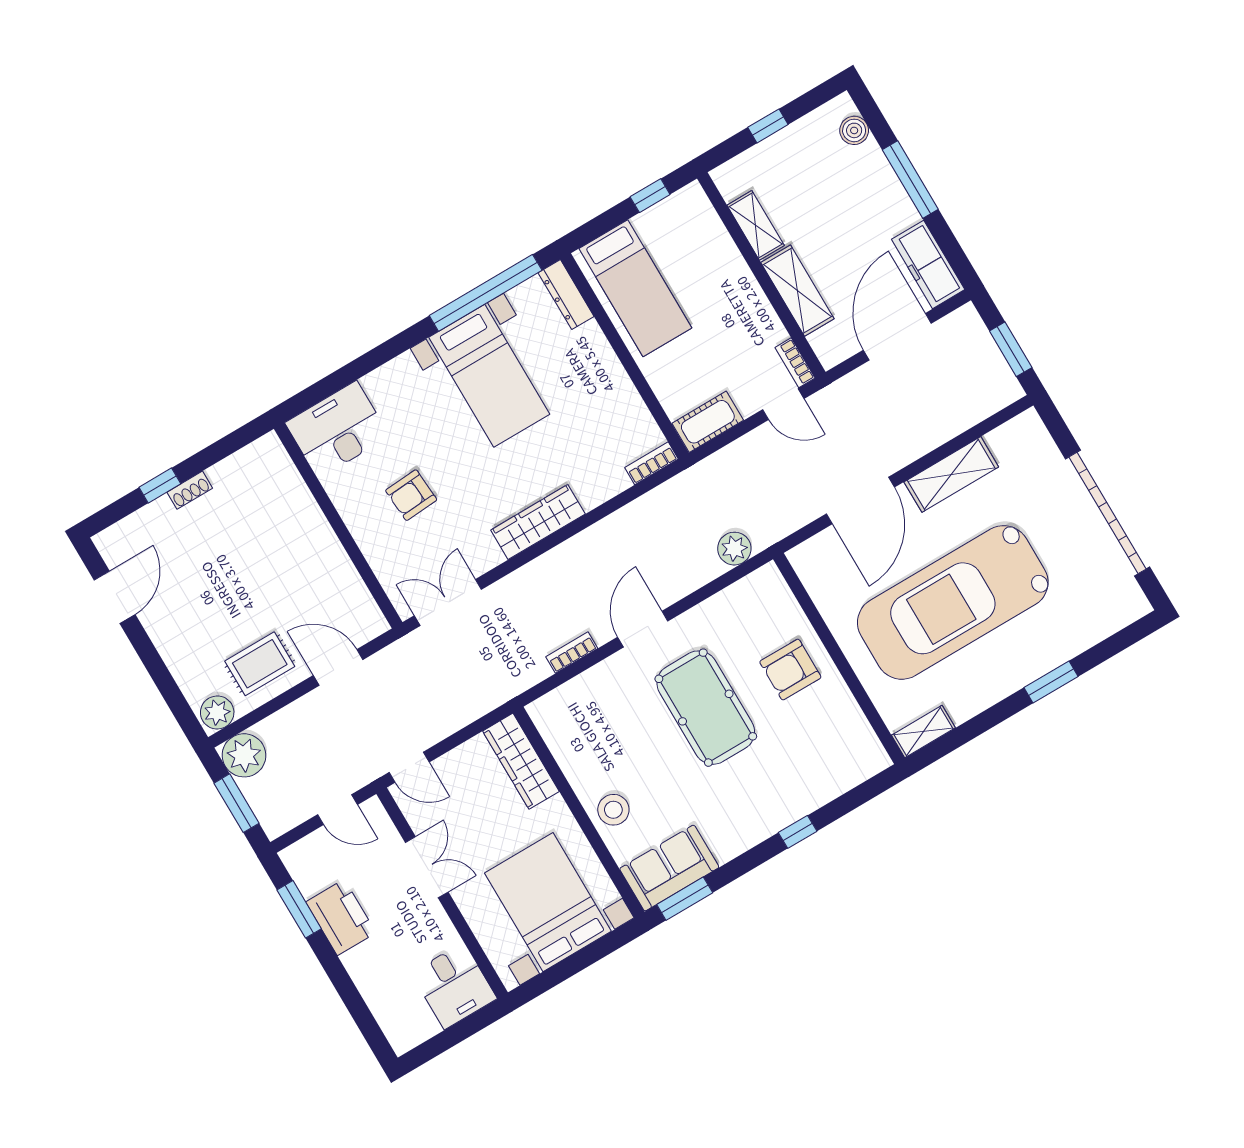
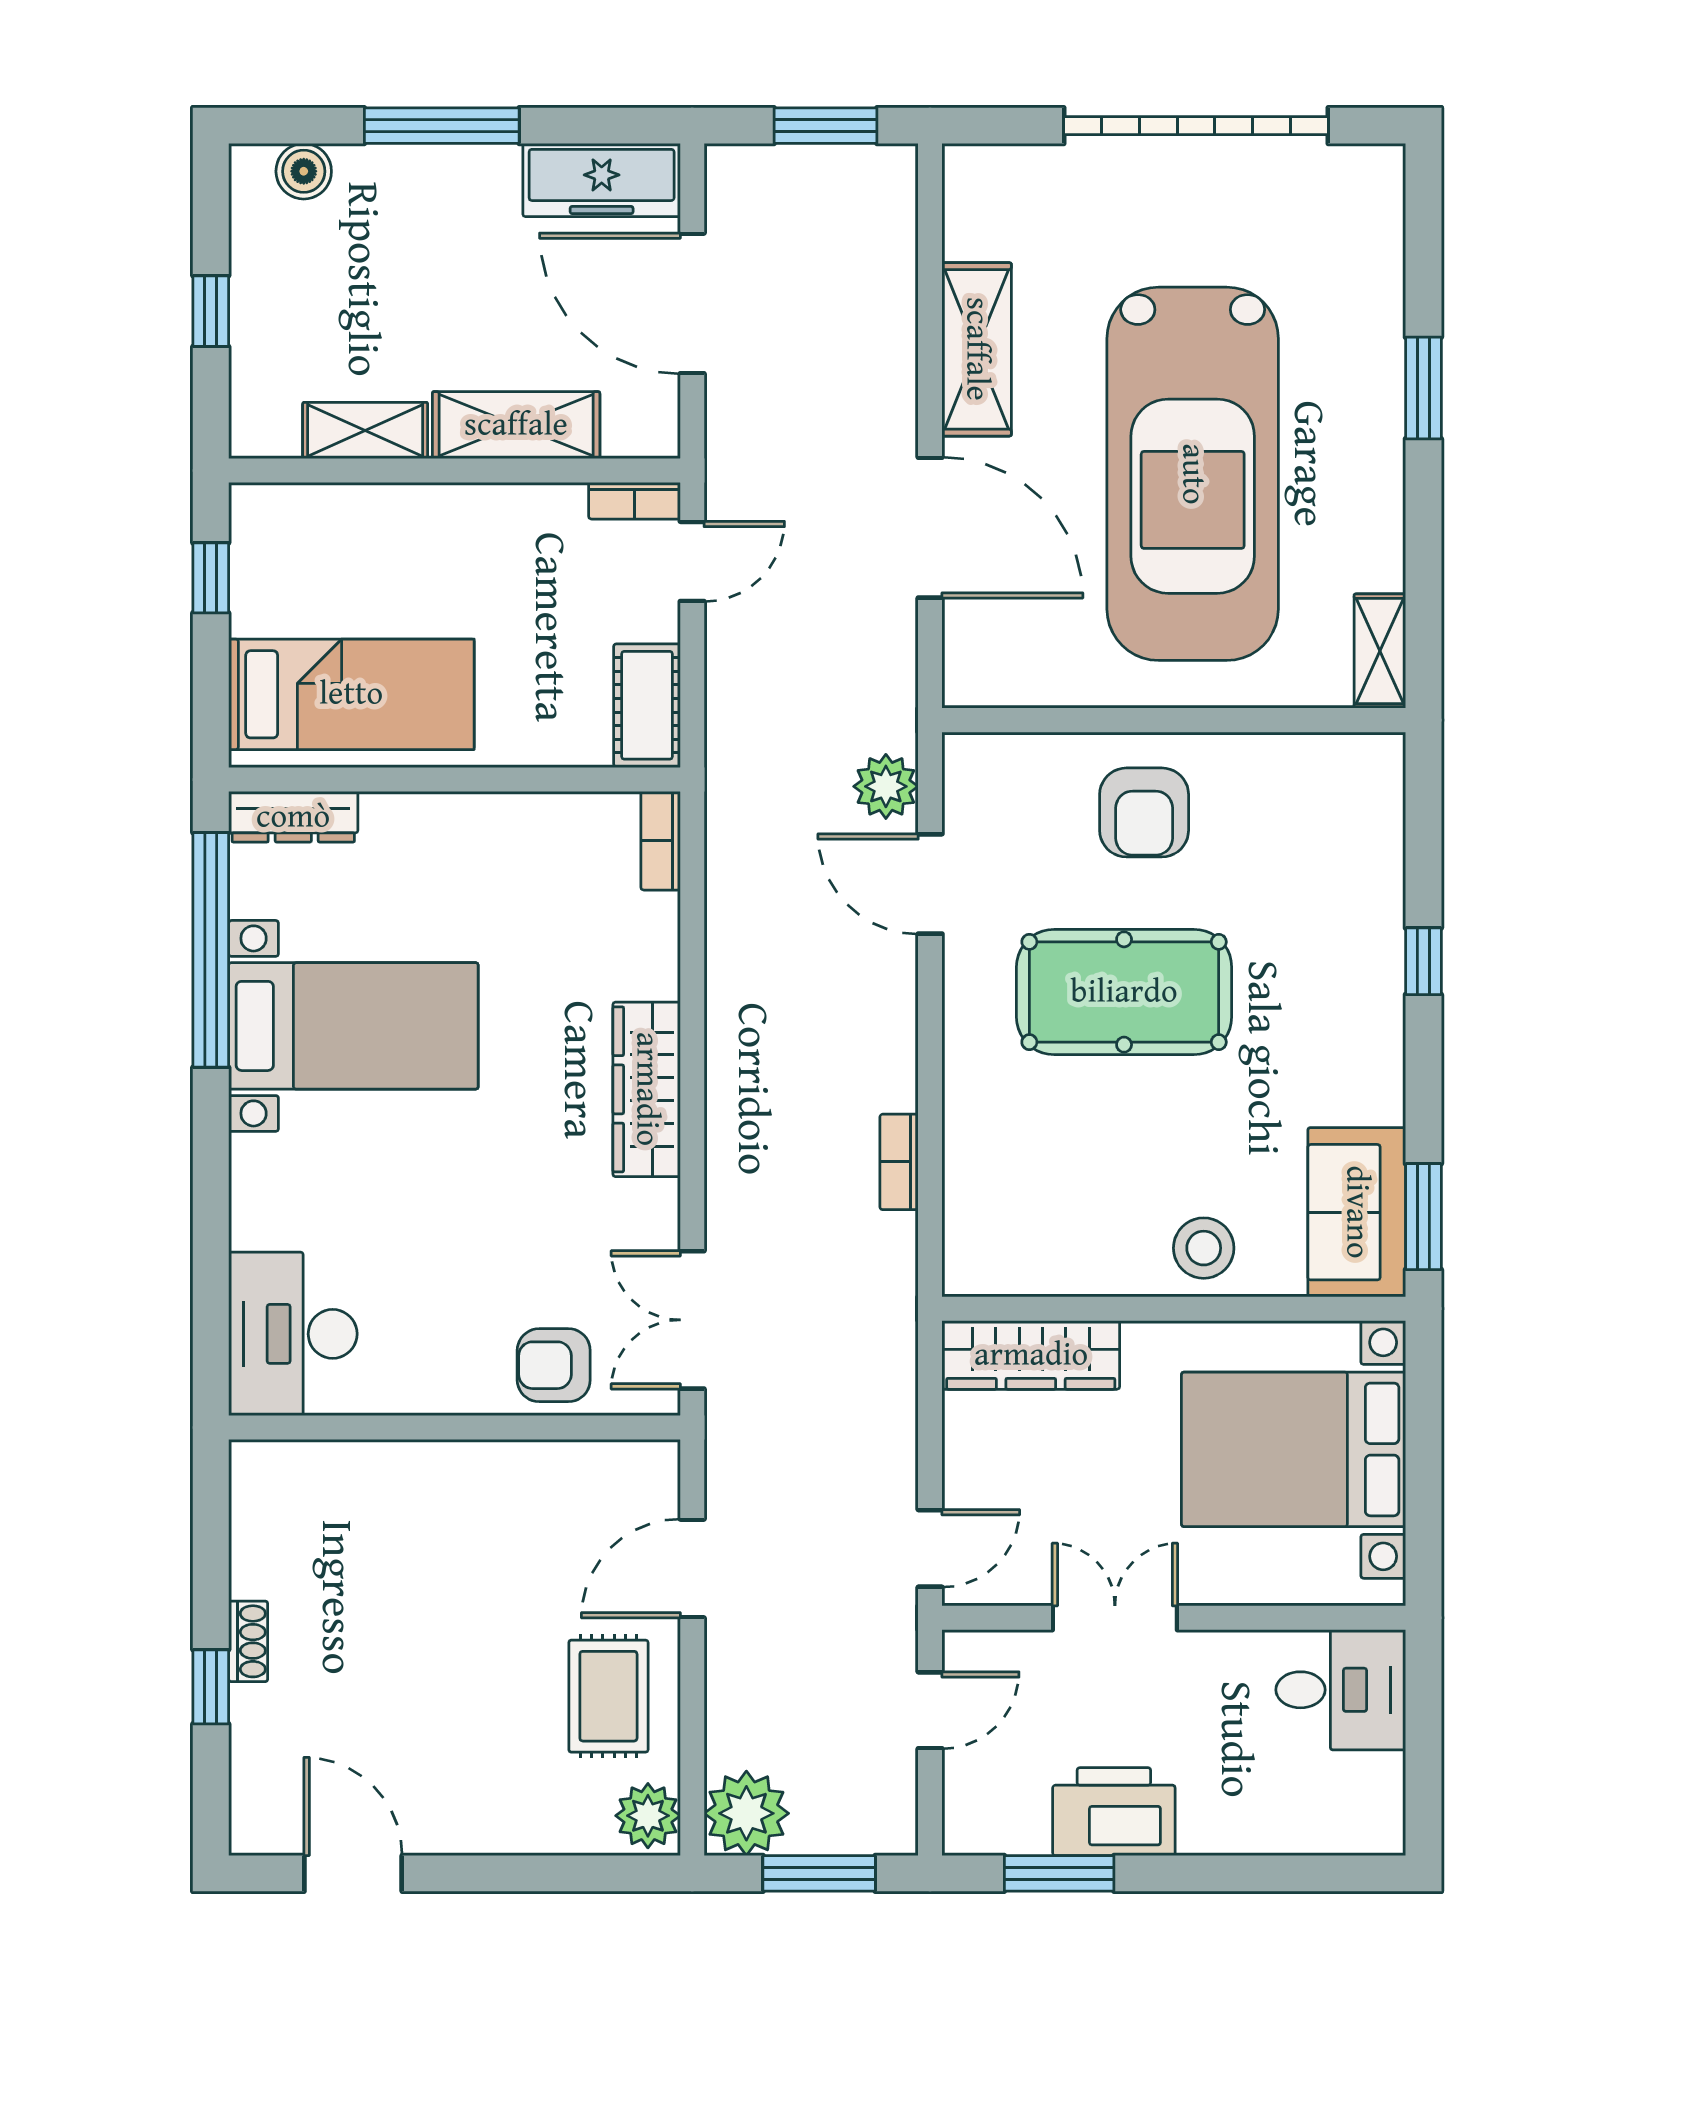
armchair: (411, 495) -> (554, 1365), moved, turned 94
door: (643, 629) -> (930, 884), moved

